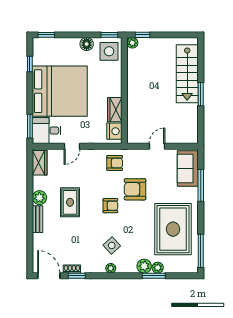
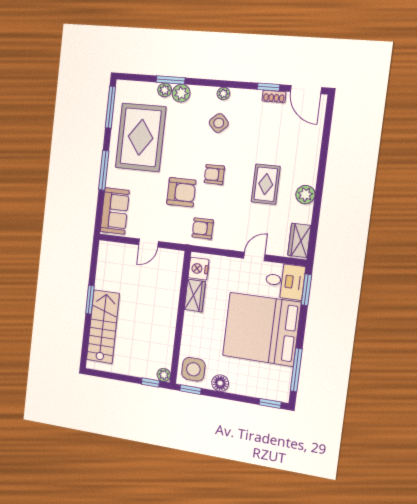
window: (30, 64) -> (296, 370), width x2.17
window: (201, 185) -> (104, 170), moved
bench: (38, 219) -> (311, 166), removed

